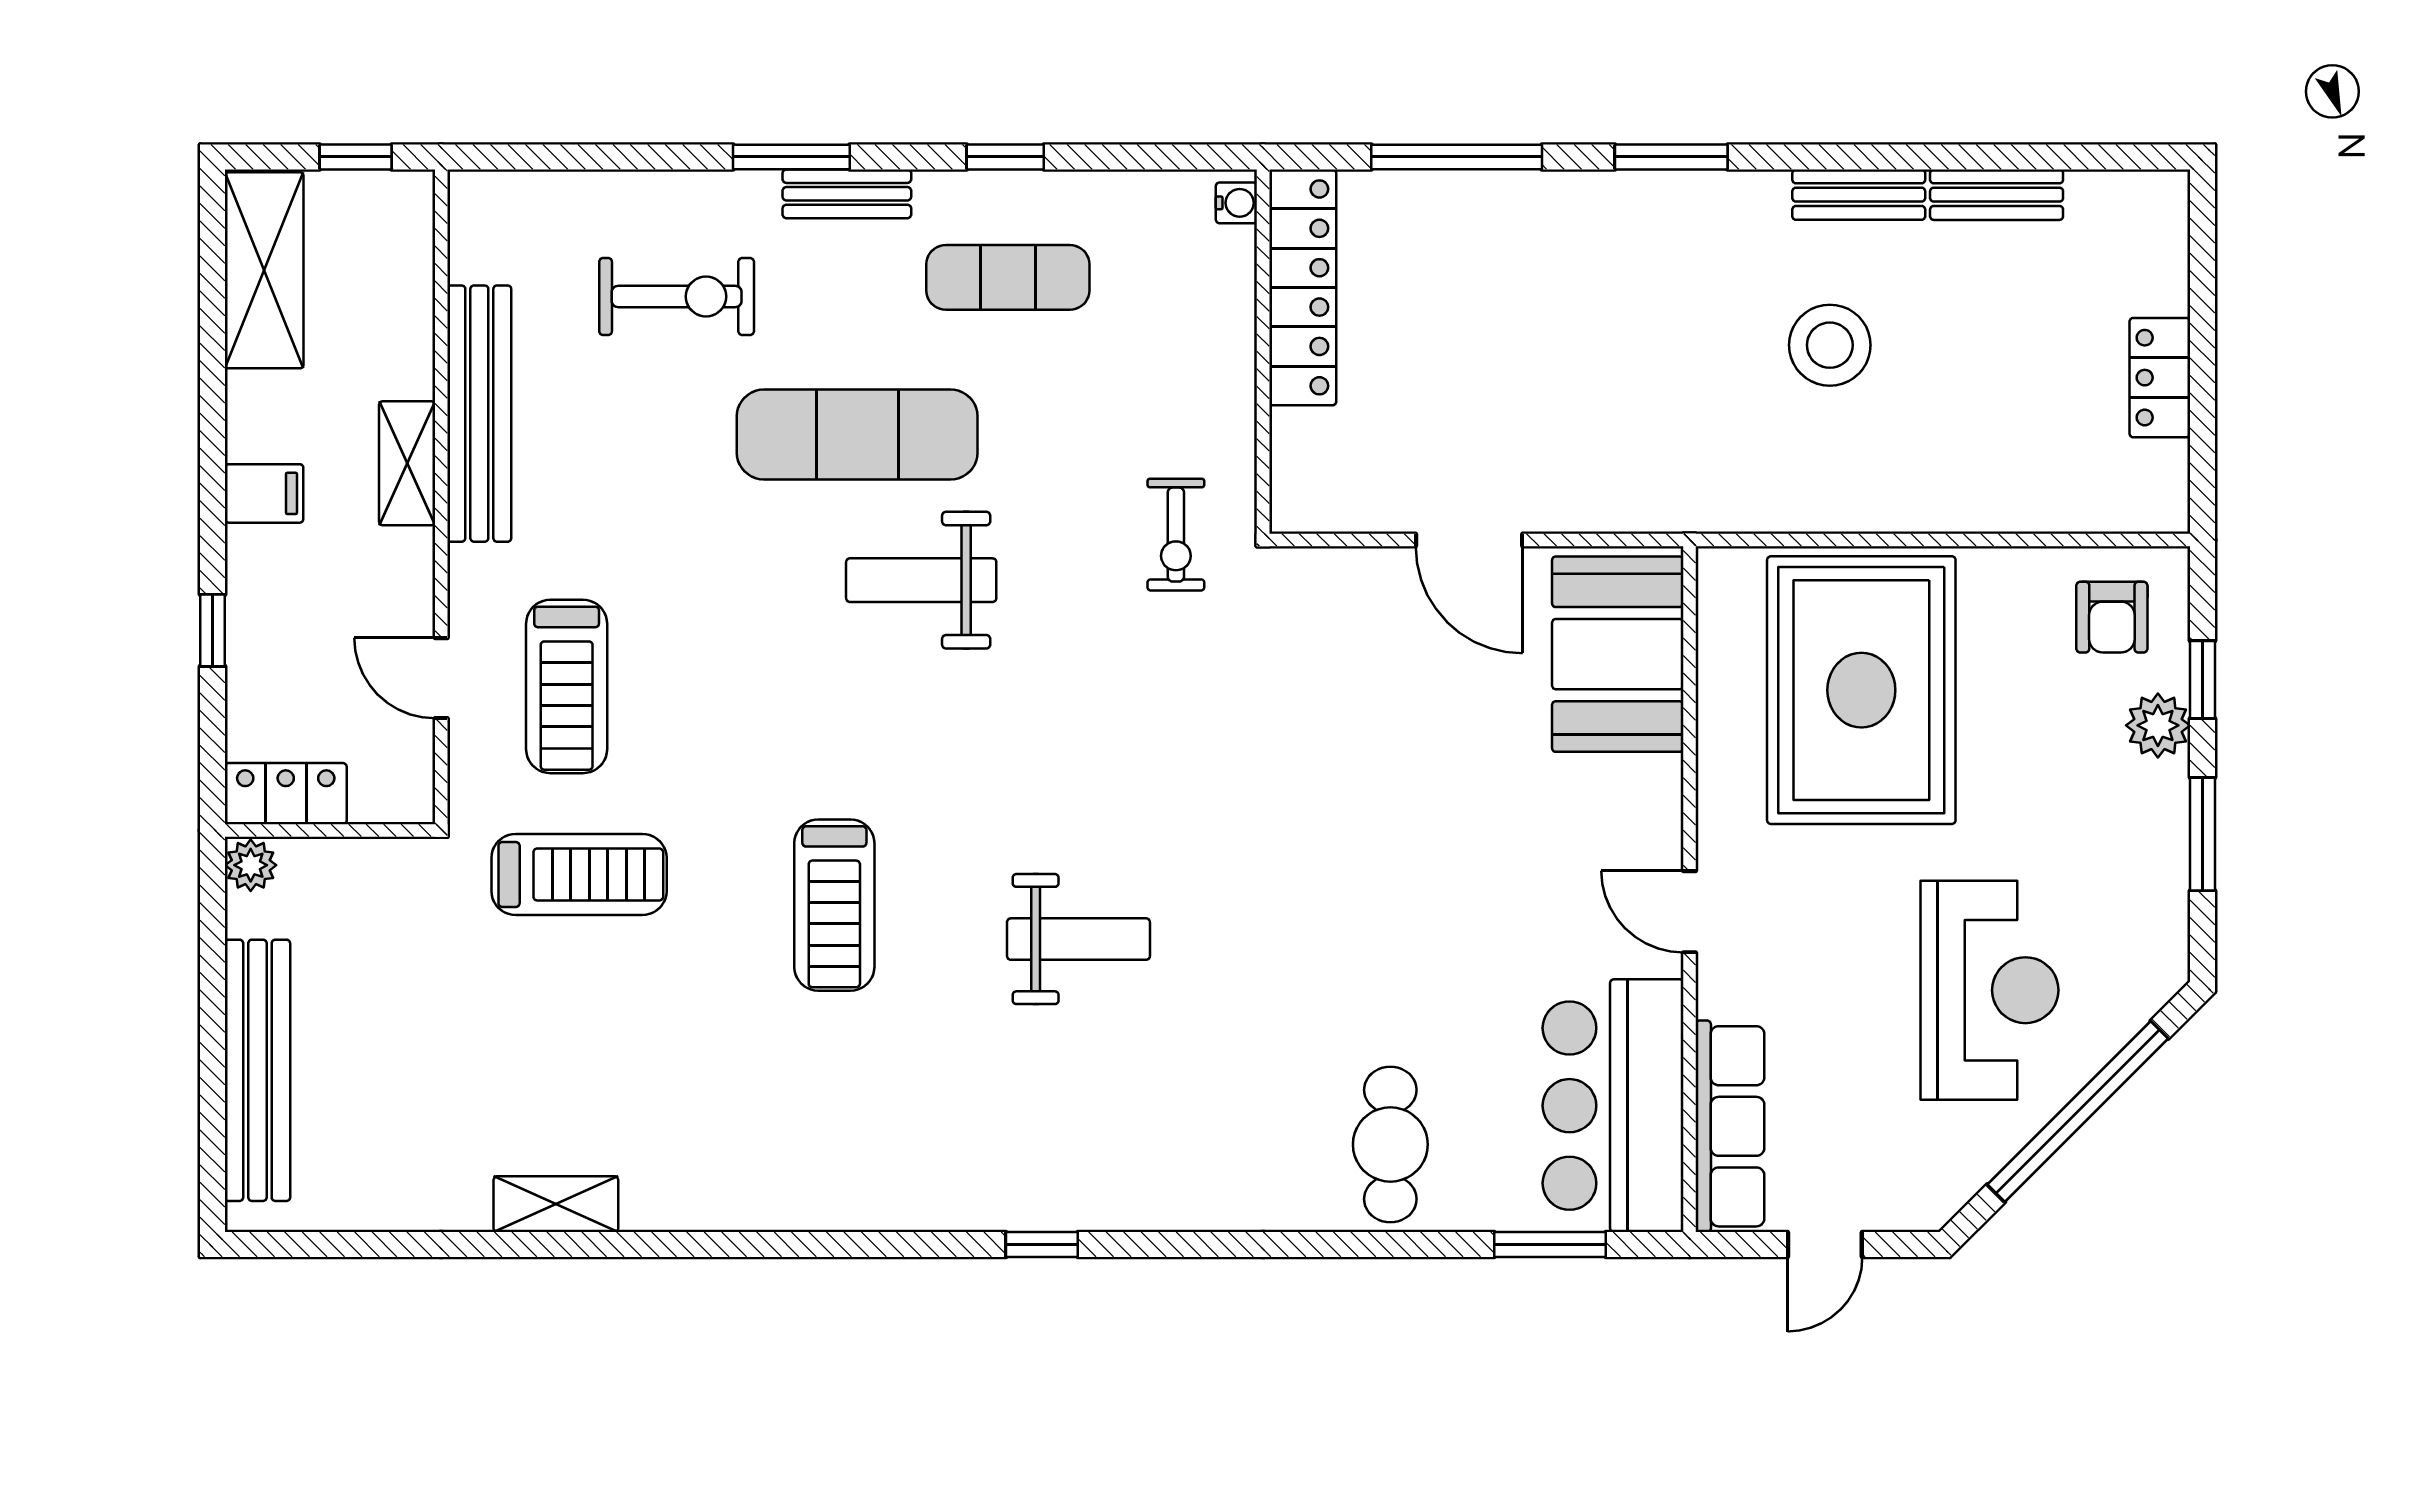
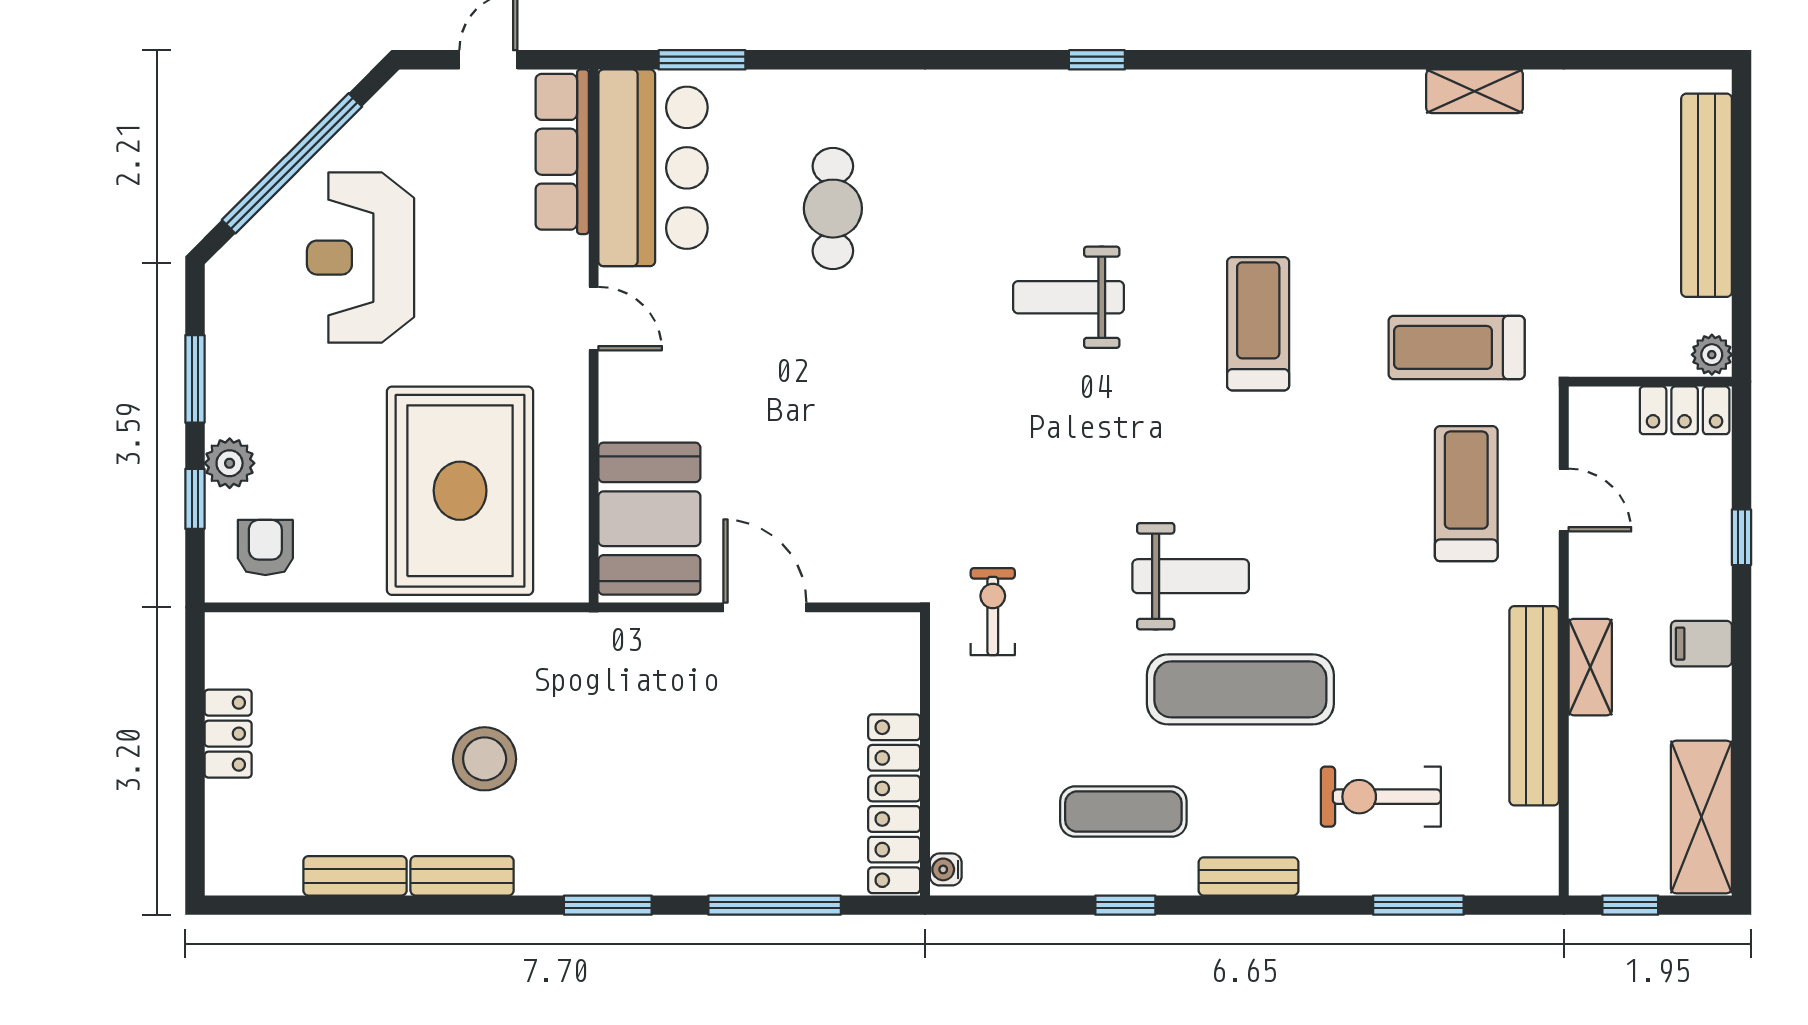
window: (791, 157) -> (1418, 905), moved
cafe table: (1390, 1144) -> (833, 209), moved

